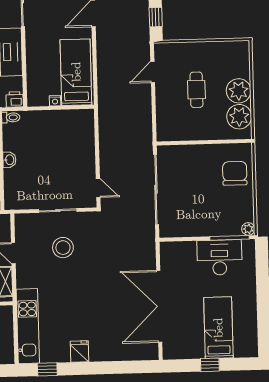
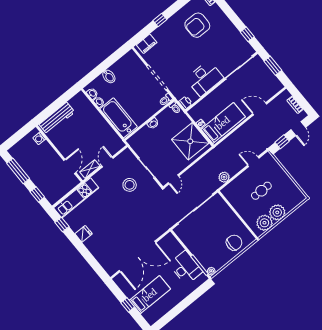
plant: (144, 123) -> (224, 177), added
shower: (67, 130) -> (190, 141), added
double door: (159, 306) -> (137, 256), swing flipped

